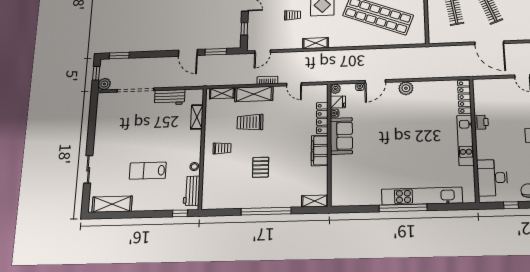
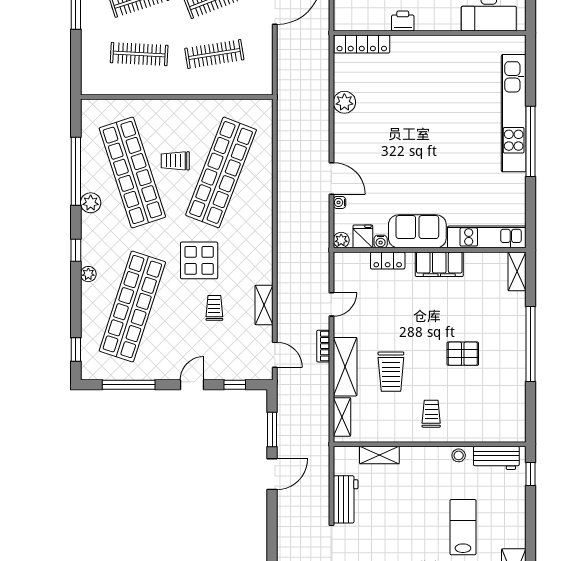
shelving: (316, 43) -> (264, 305), moved
plant: (406, 88) -> (344, 102), moved
locker: (322, 118) -> (388, 260), width x0.66
kitchen unit: (465, 140) -> (487, 237), moved, turned 180
lab bench: (148, 171) -> (463, 527), turned 180

